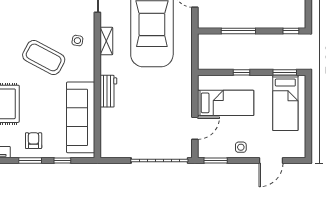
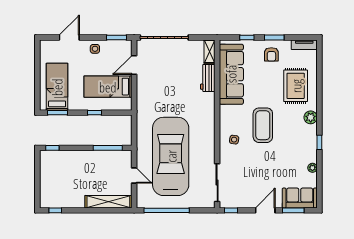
window: (238, 31) -> (108, 148), moved
shelving: (106, 41) -> (209, 52), moved
coffee table: (44, 57) -> (263, 125), turned 62
workbench: (108, 91) -> (208, 78), moved

